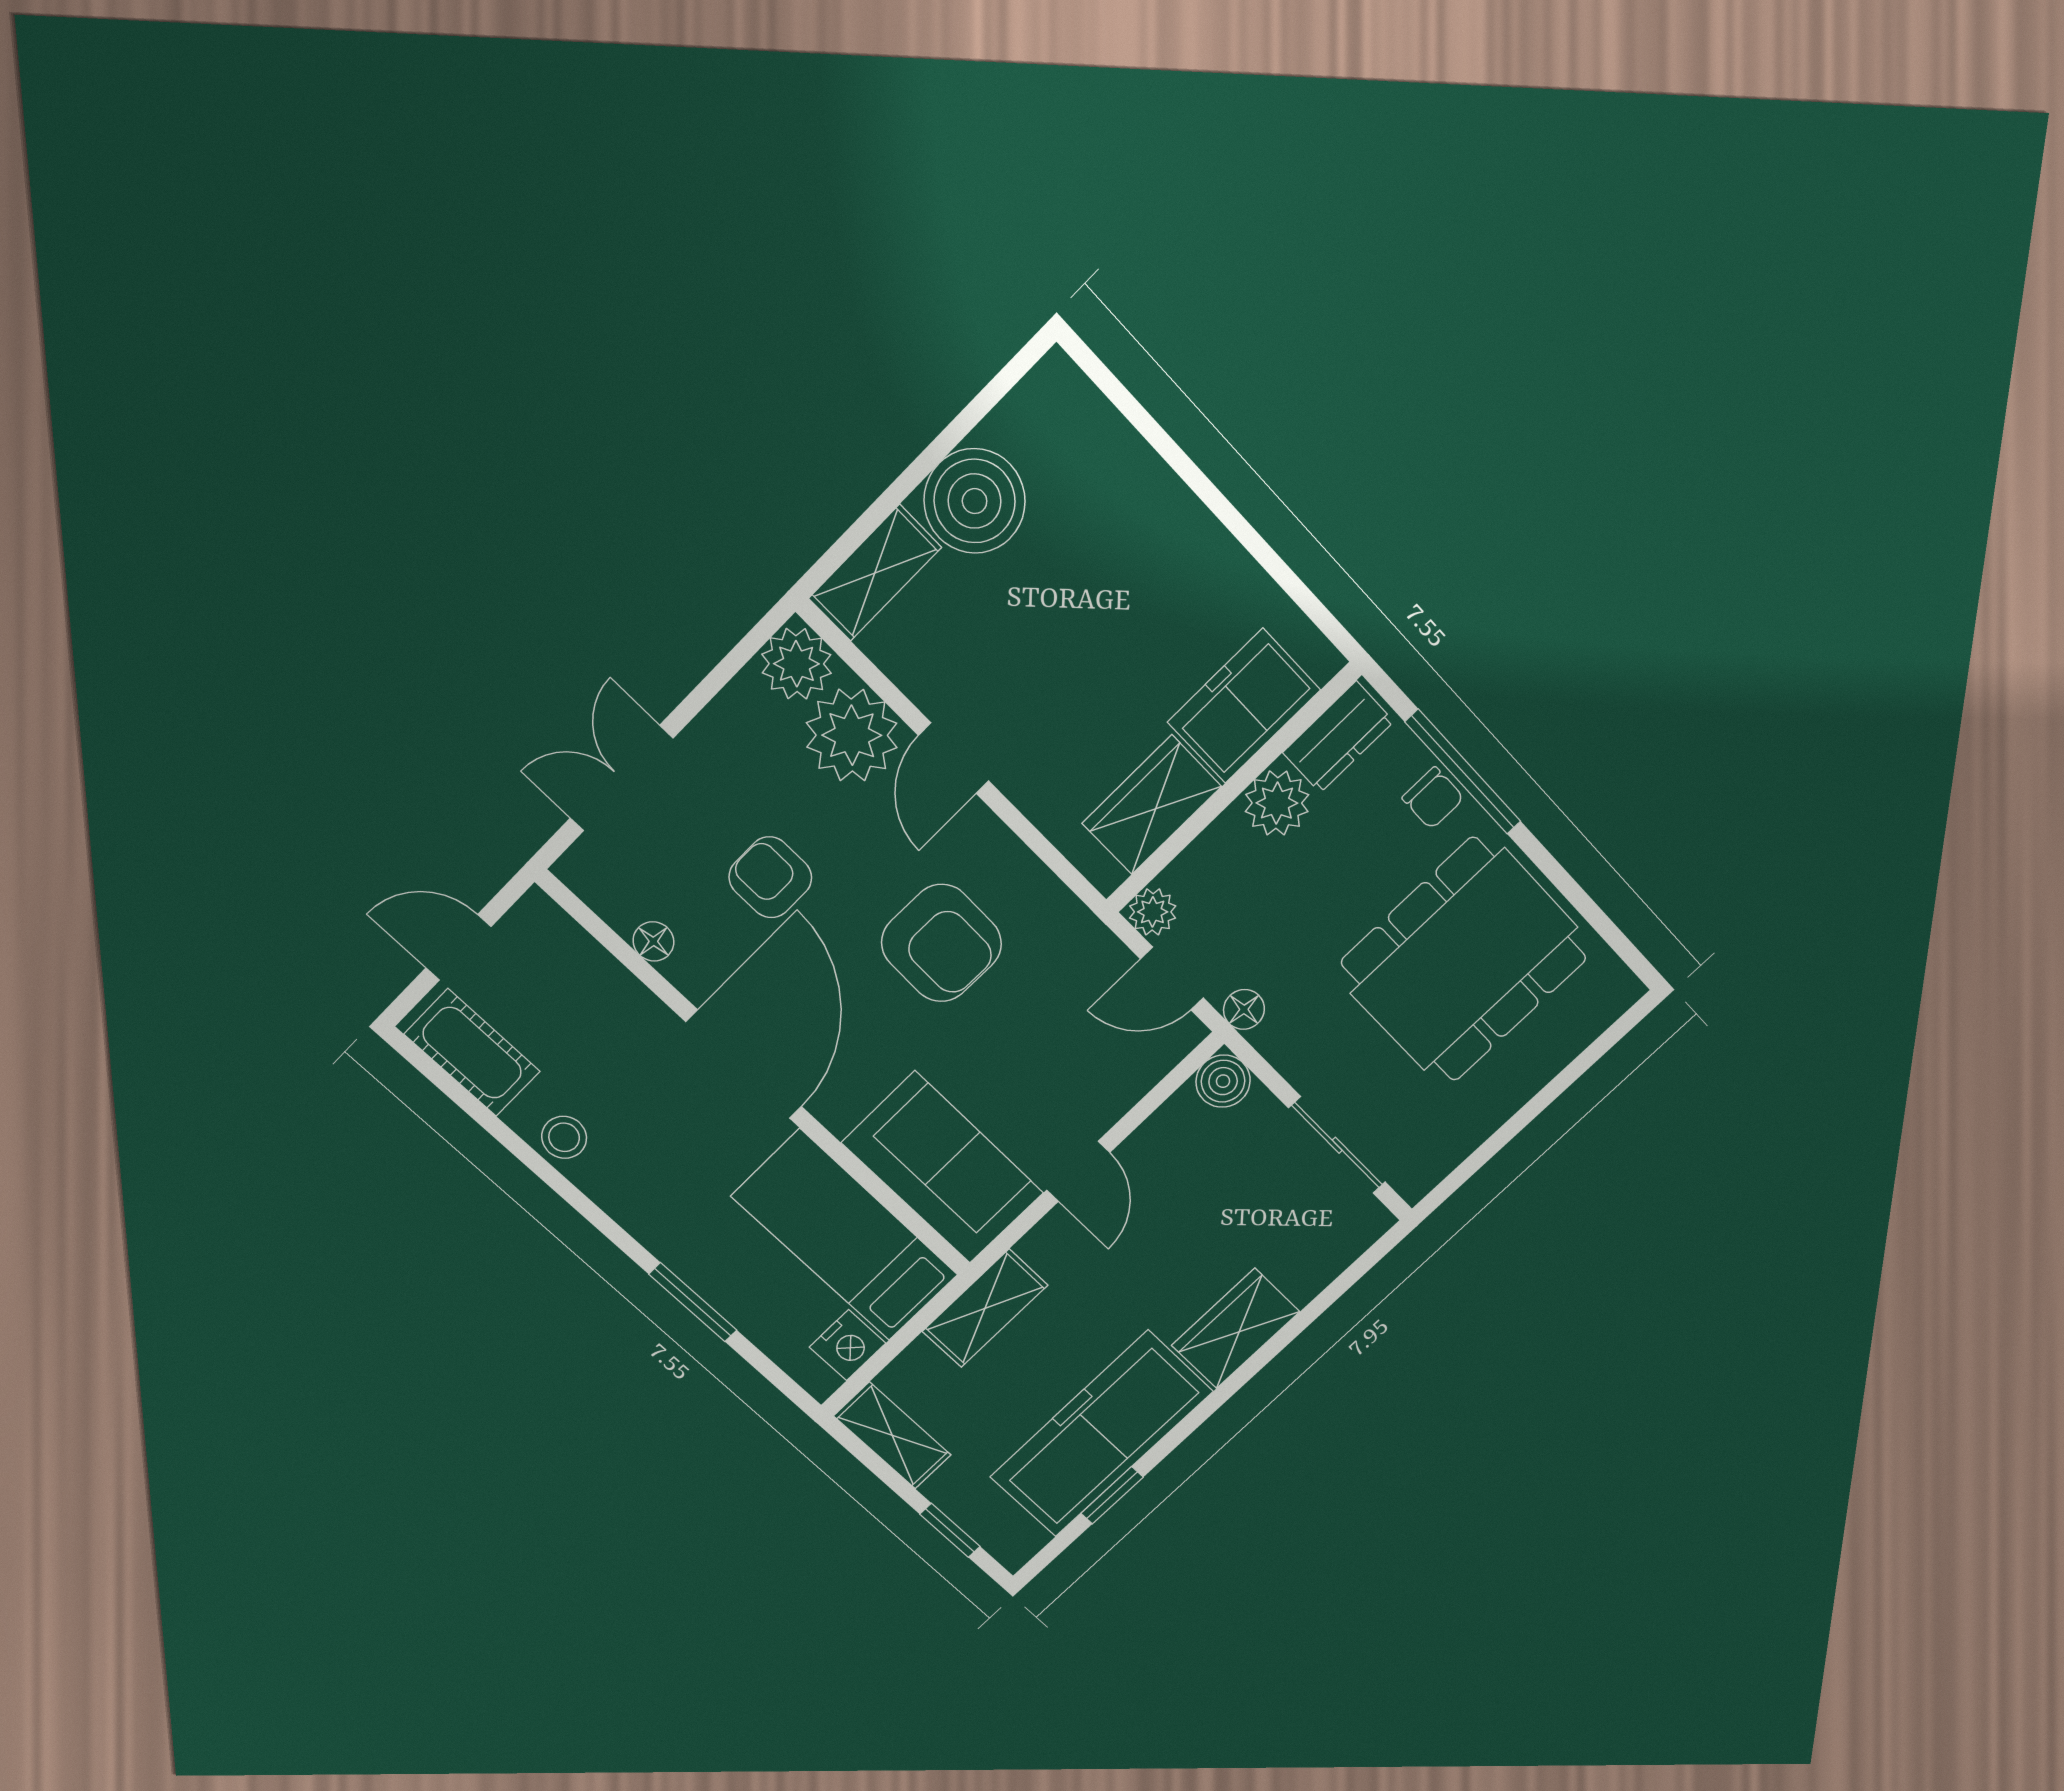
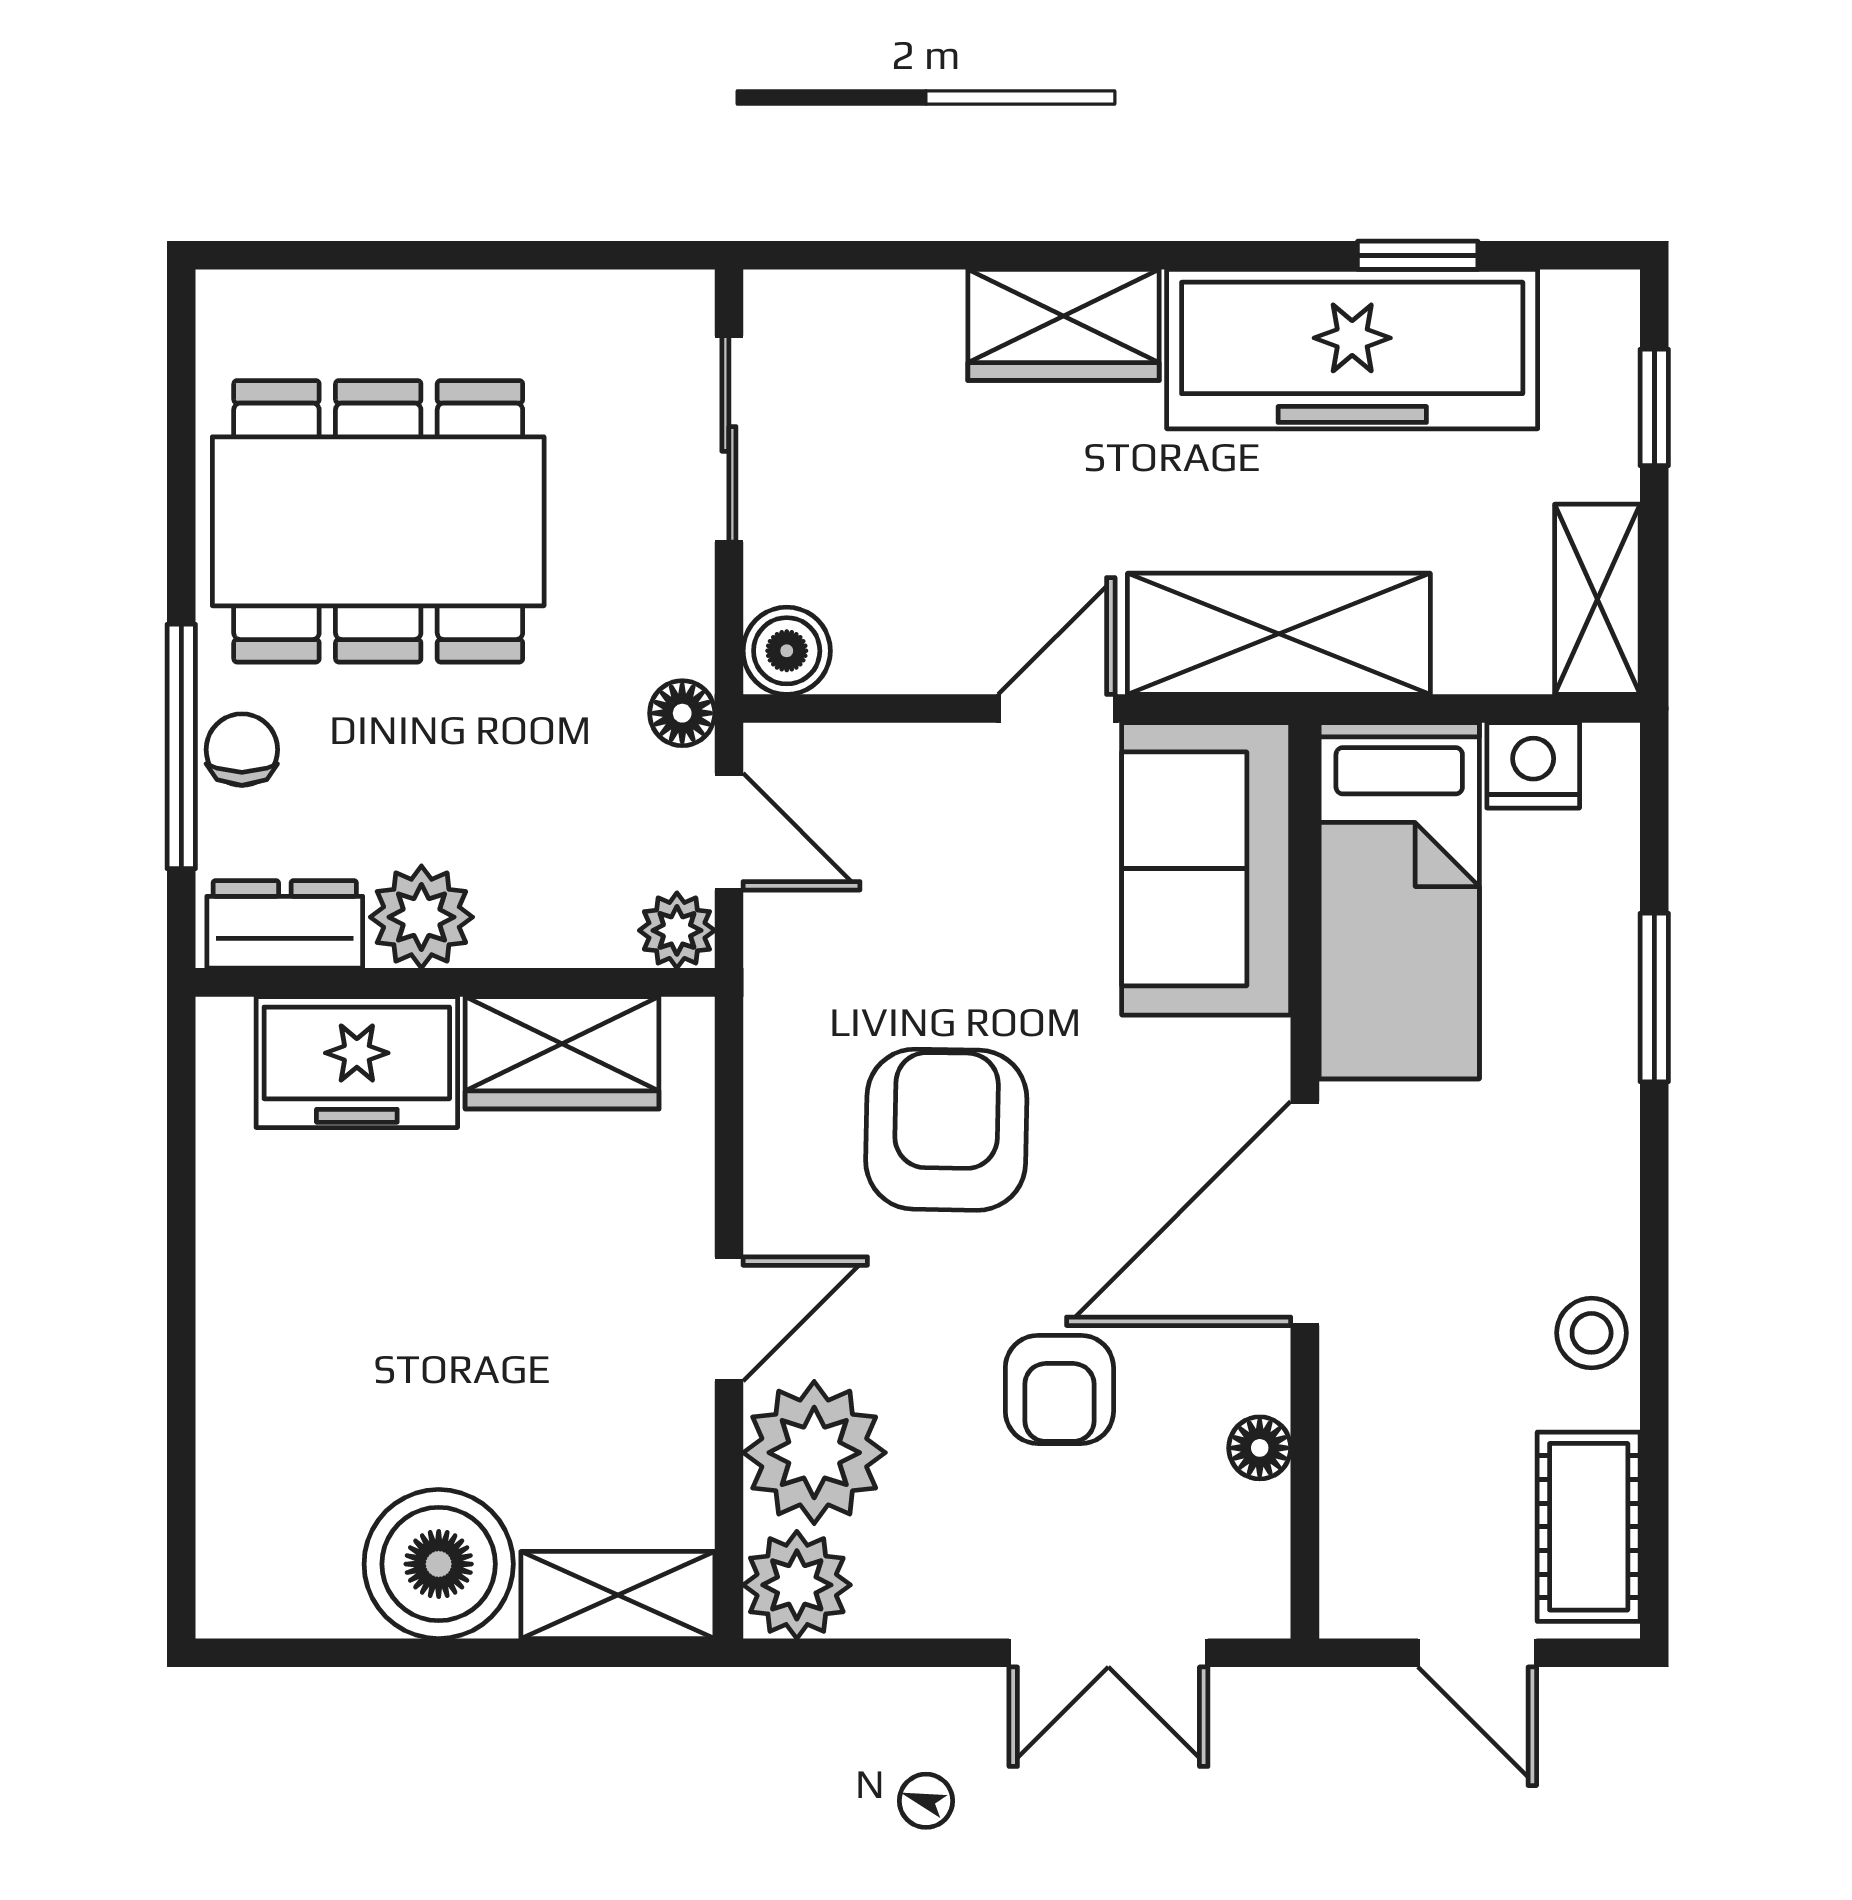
shelving: (985, 1308) -> (1279, 634), width x1.50, depth x1.33

